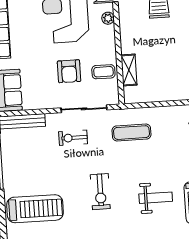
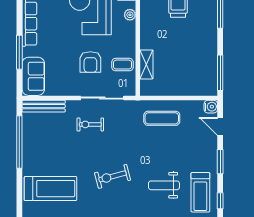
exercise mat: (132, 133) -> (162, 118), moved
exercise bike: (100, 192) -> (113, 176), turned 75
weight bench: (156, 198) -> (164, 185), turned 180

